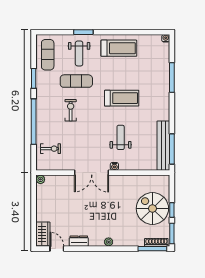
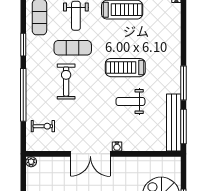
window: (172, 78) -> (183, 83), moved
treadmill: (122, 98) -> (125, 68), turned 180
exercise bike: (71, 110) -> (66, 82), width x1.38, depth x1.39
weight bench: (121, 137) -> (130, 102), moved, turned -90

